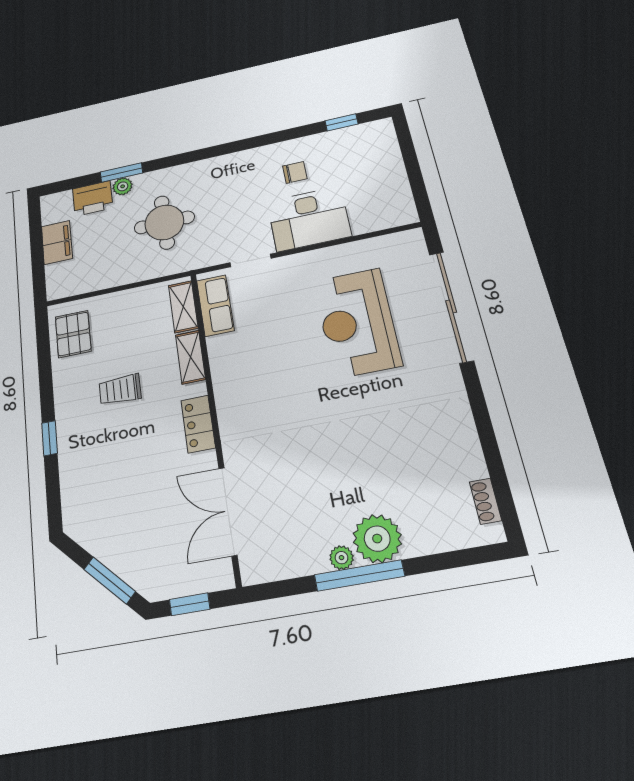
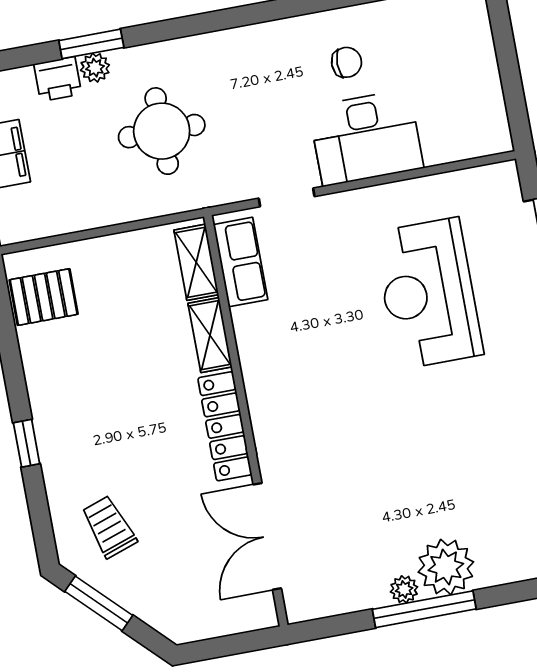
printer: (93, 198) -> (58, 79), width x0.73, depth x0.81
pallet: (73, 334) -> (44, 297), turned 90
trolley: (120, 390) -> (109, 527), moved, turned 71
locker: (198, 424) -> (225, 426), width x1.53
window: (110, 580) -> (99, 603), moved
window: (190, 604) -> (225, 646), removed

